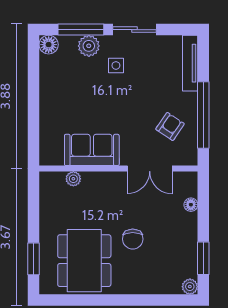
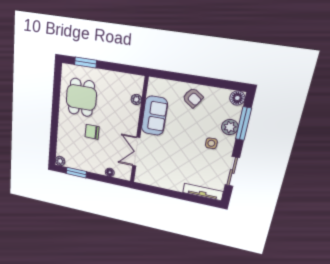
sliding door: (135, 30) -> (232, 172), moved
window: (203, 115) -> (166, 192), removed
armchair: (170, 126) -> (193, 98), moved
dining table: (84, 261) -> (81, 97), width x0.73

